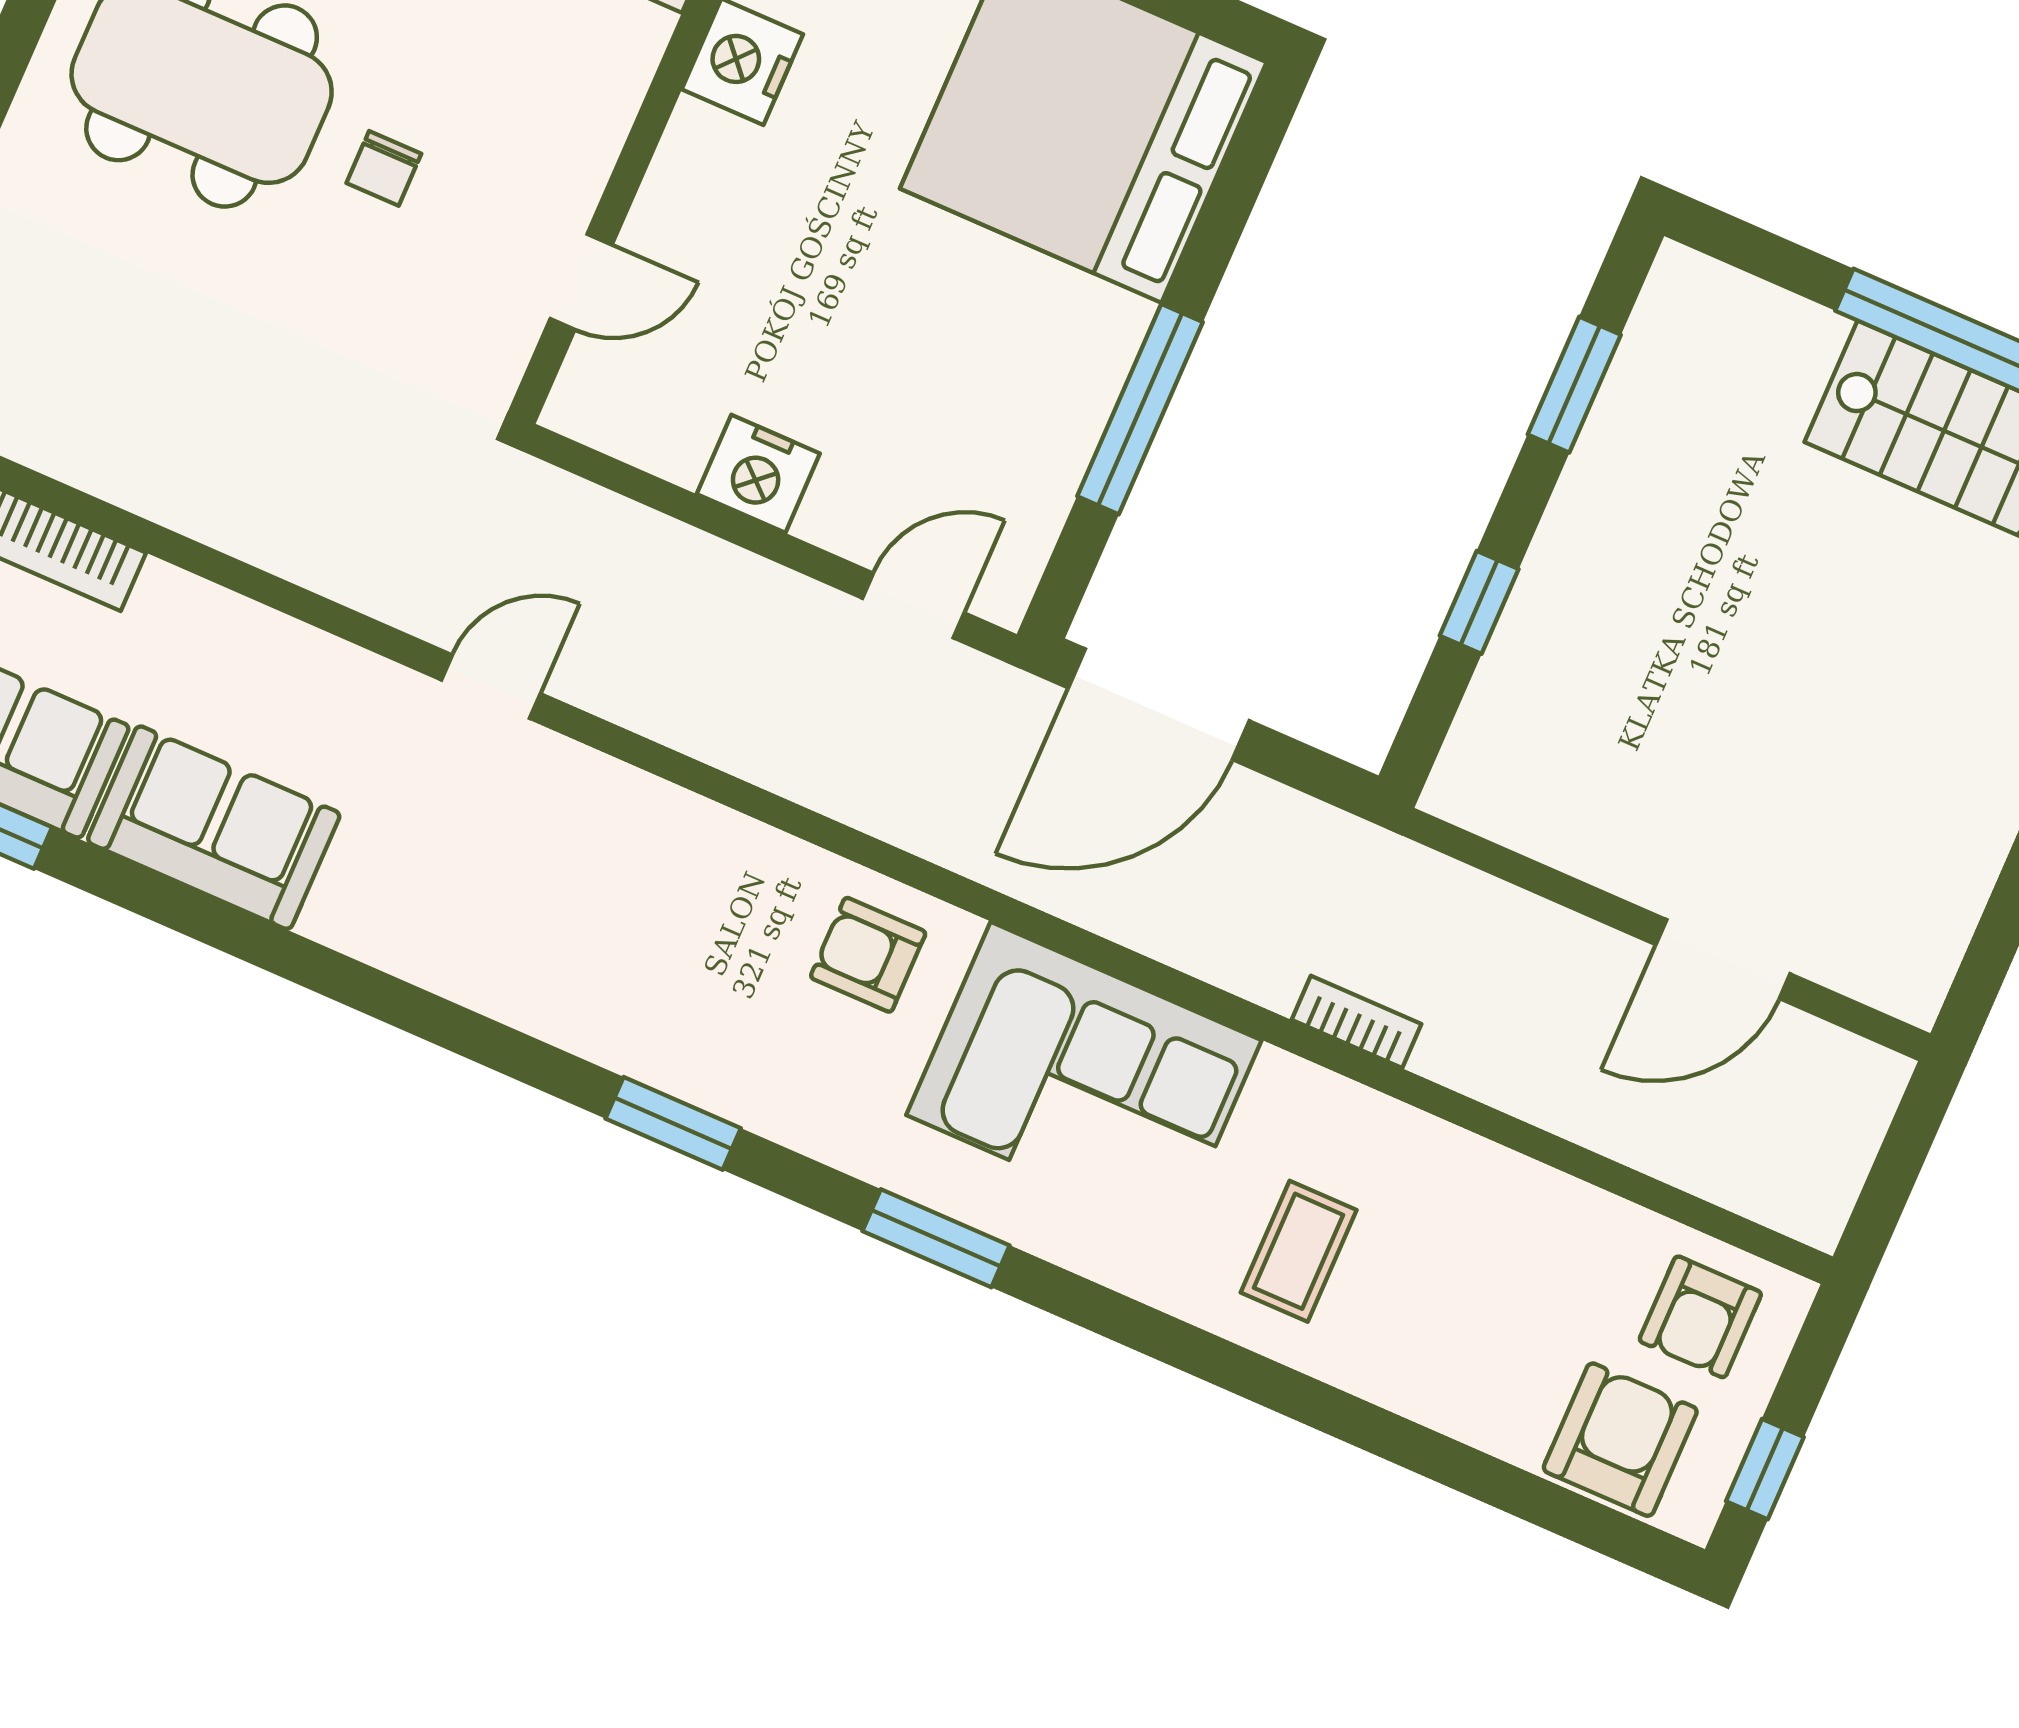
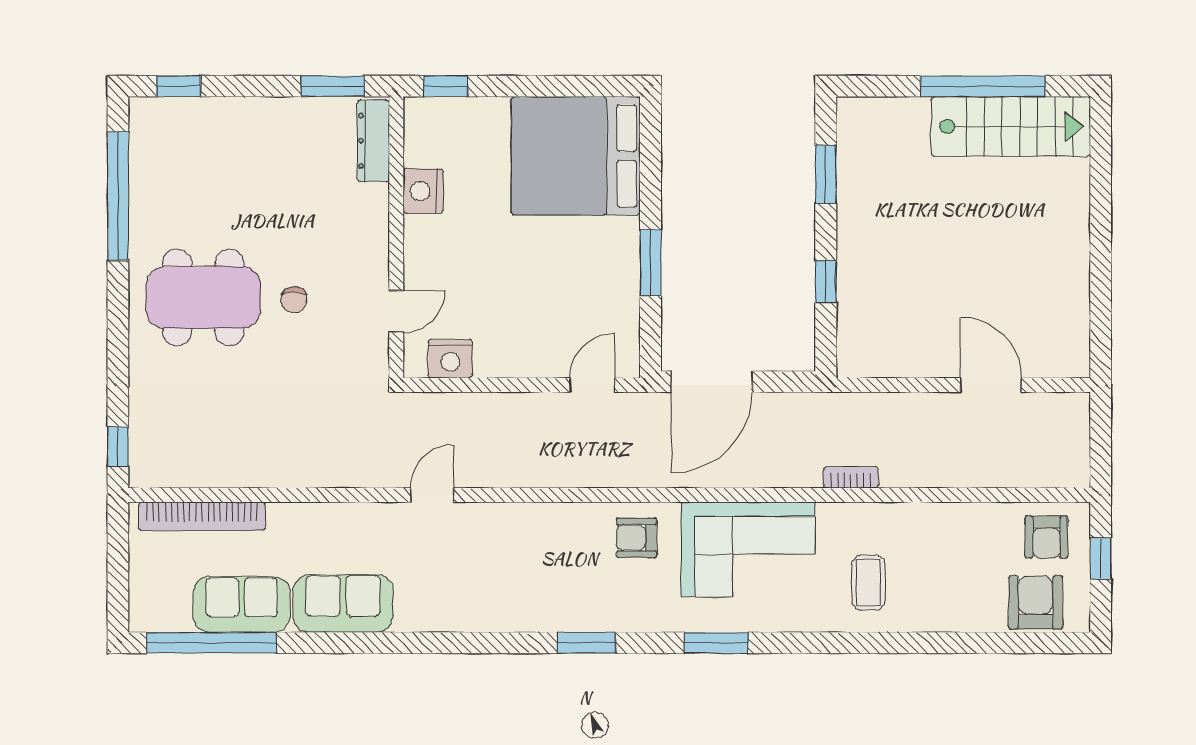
window: (1140, 409) -> (651, 263), width x0.69
nightstand: (758, 474) -> (450, 359), moved
door: (1723, 959) -> (991, 385), swing flipped
window: (1765, 1469) -> (1101, 559), moved

